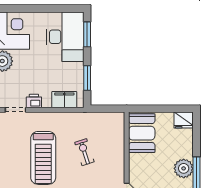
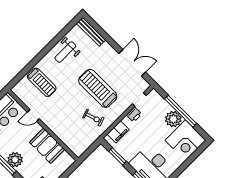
booth: (142, 133) -> (47, 146), moved
exercise bike: (84, 152) -> (93, 118), moved

